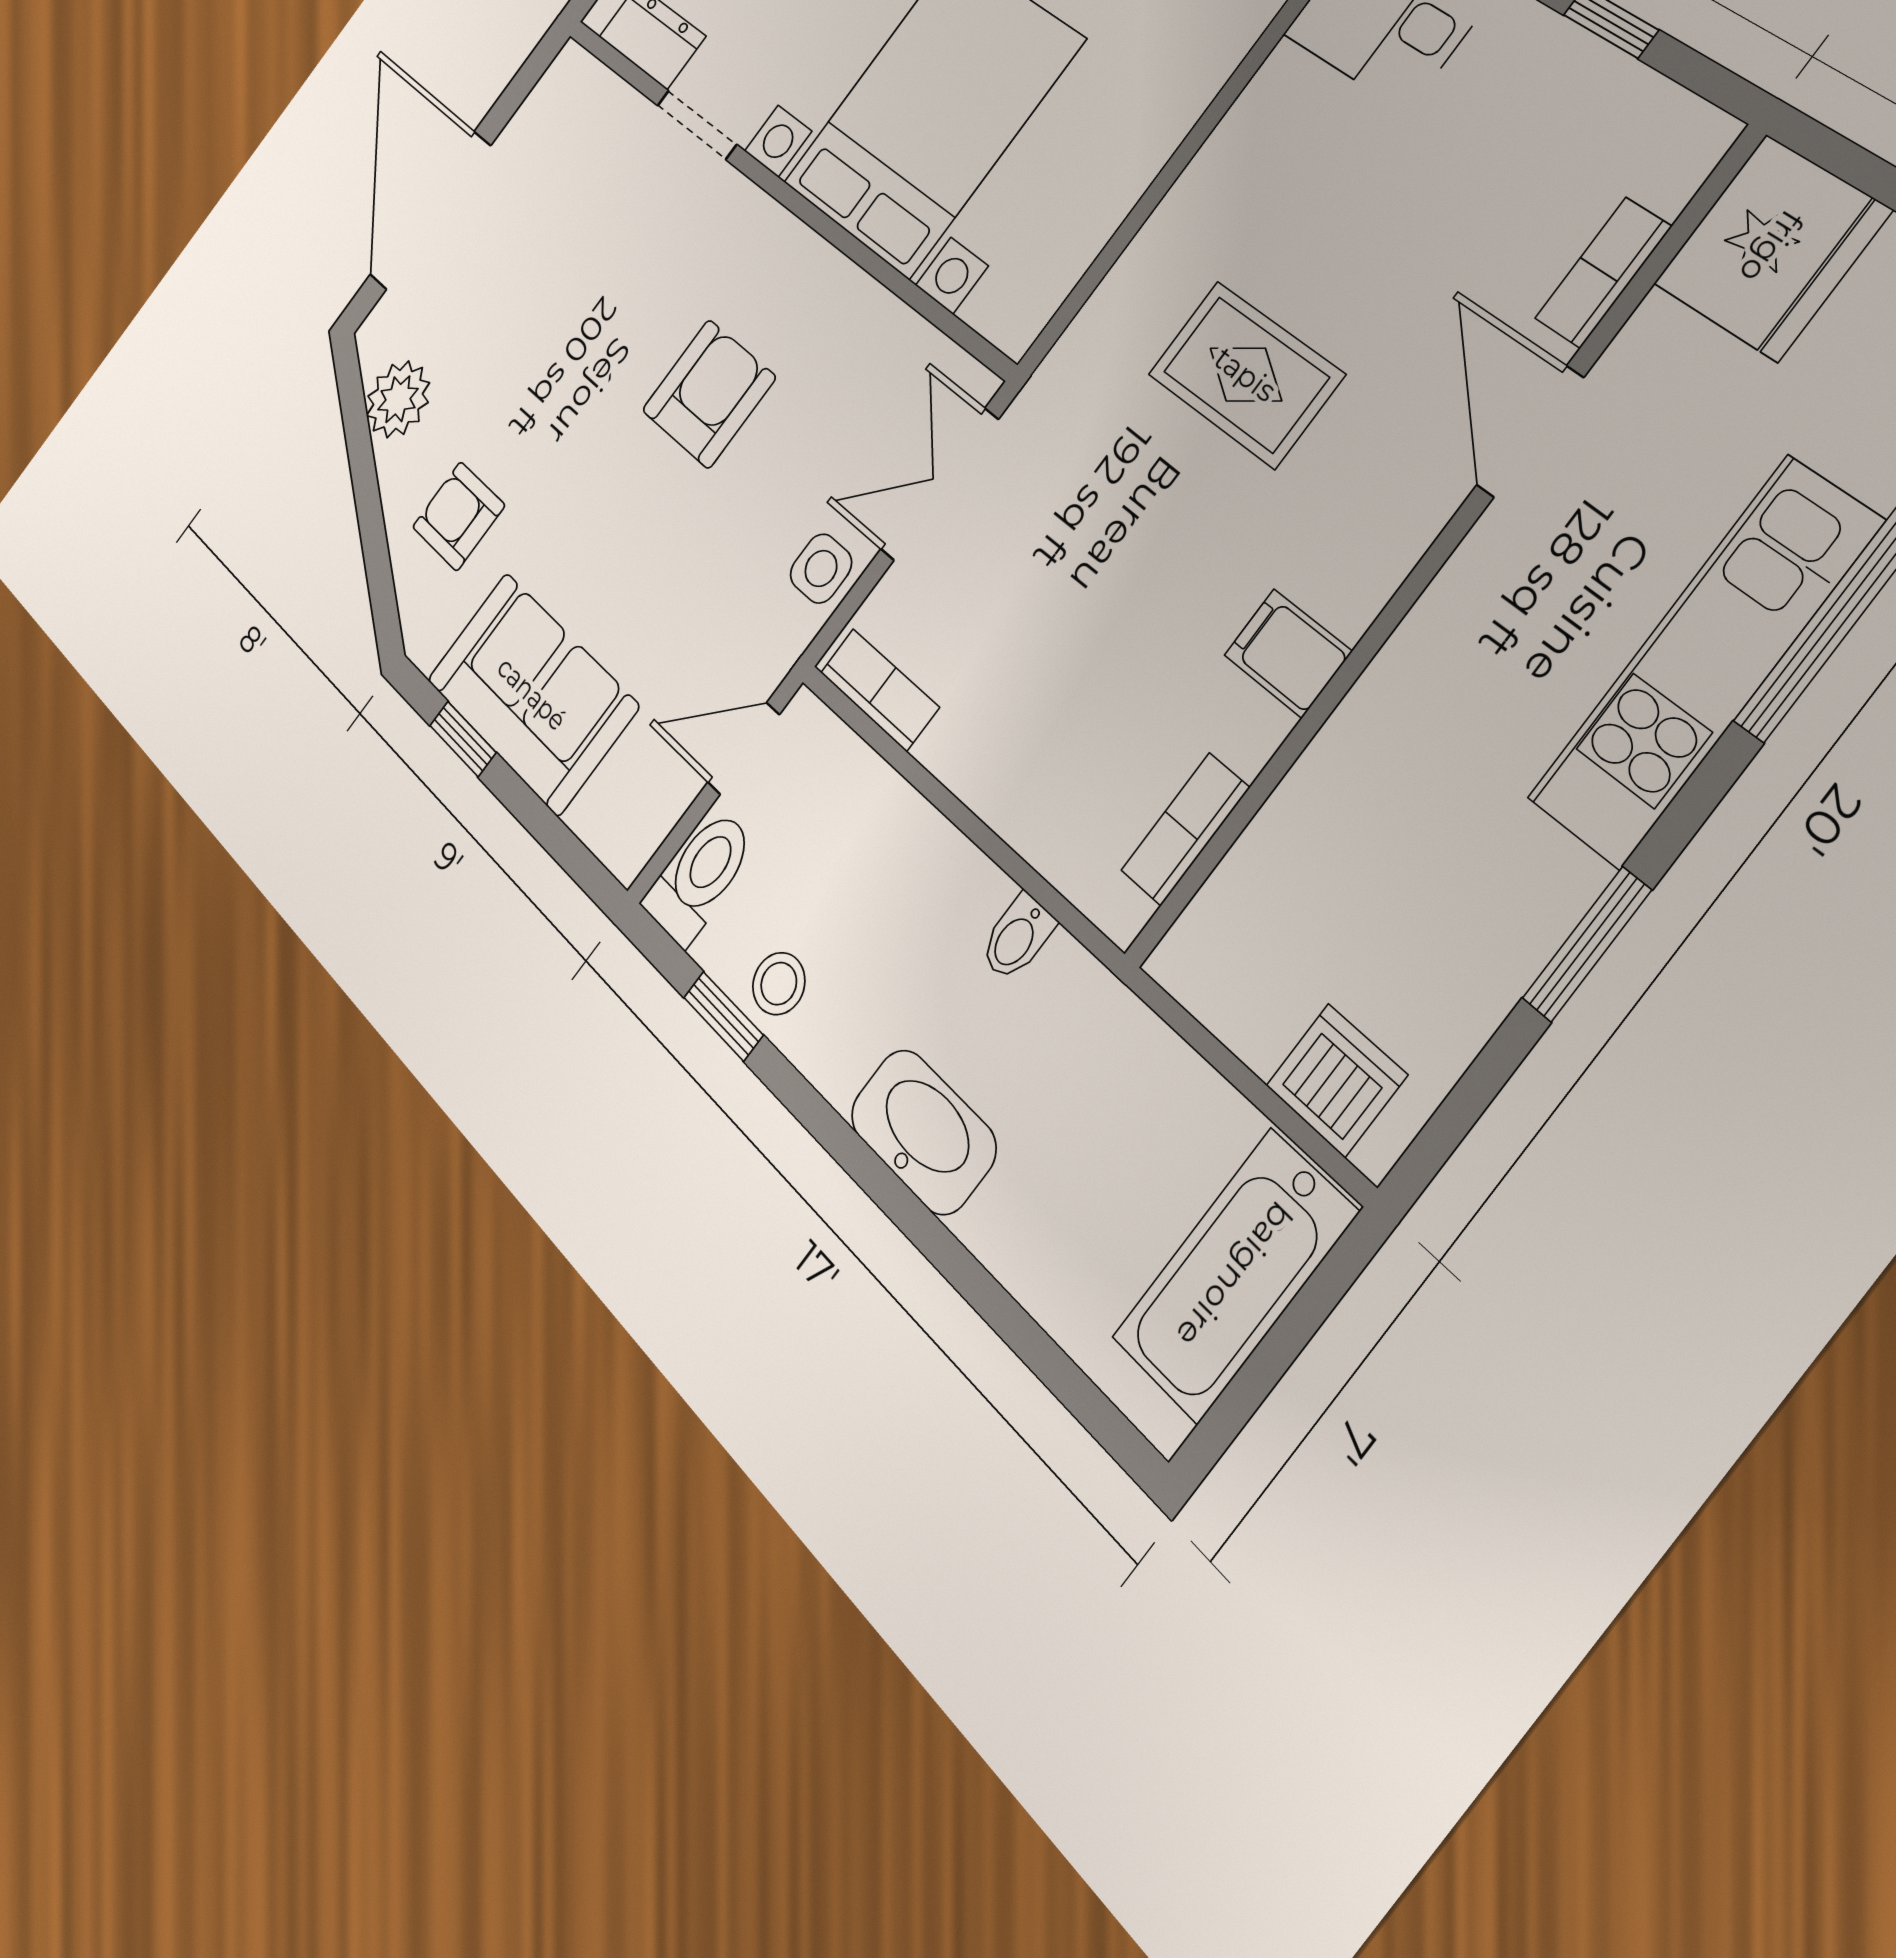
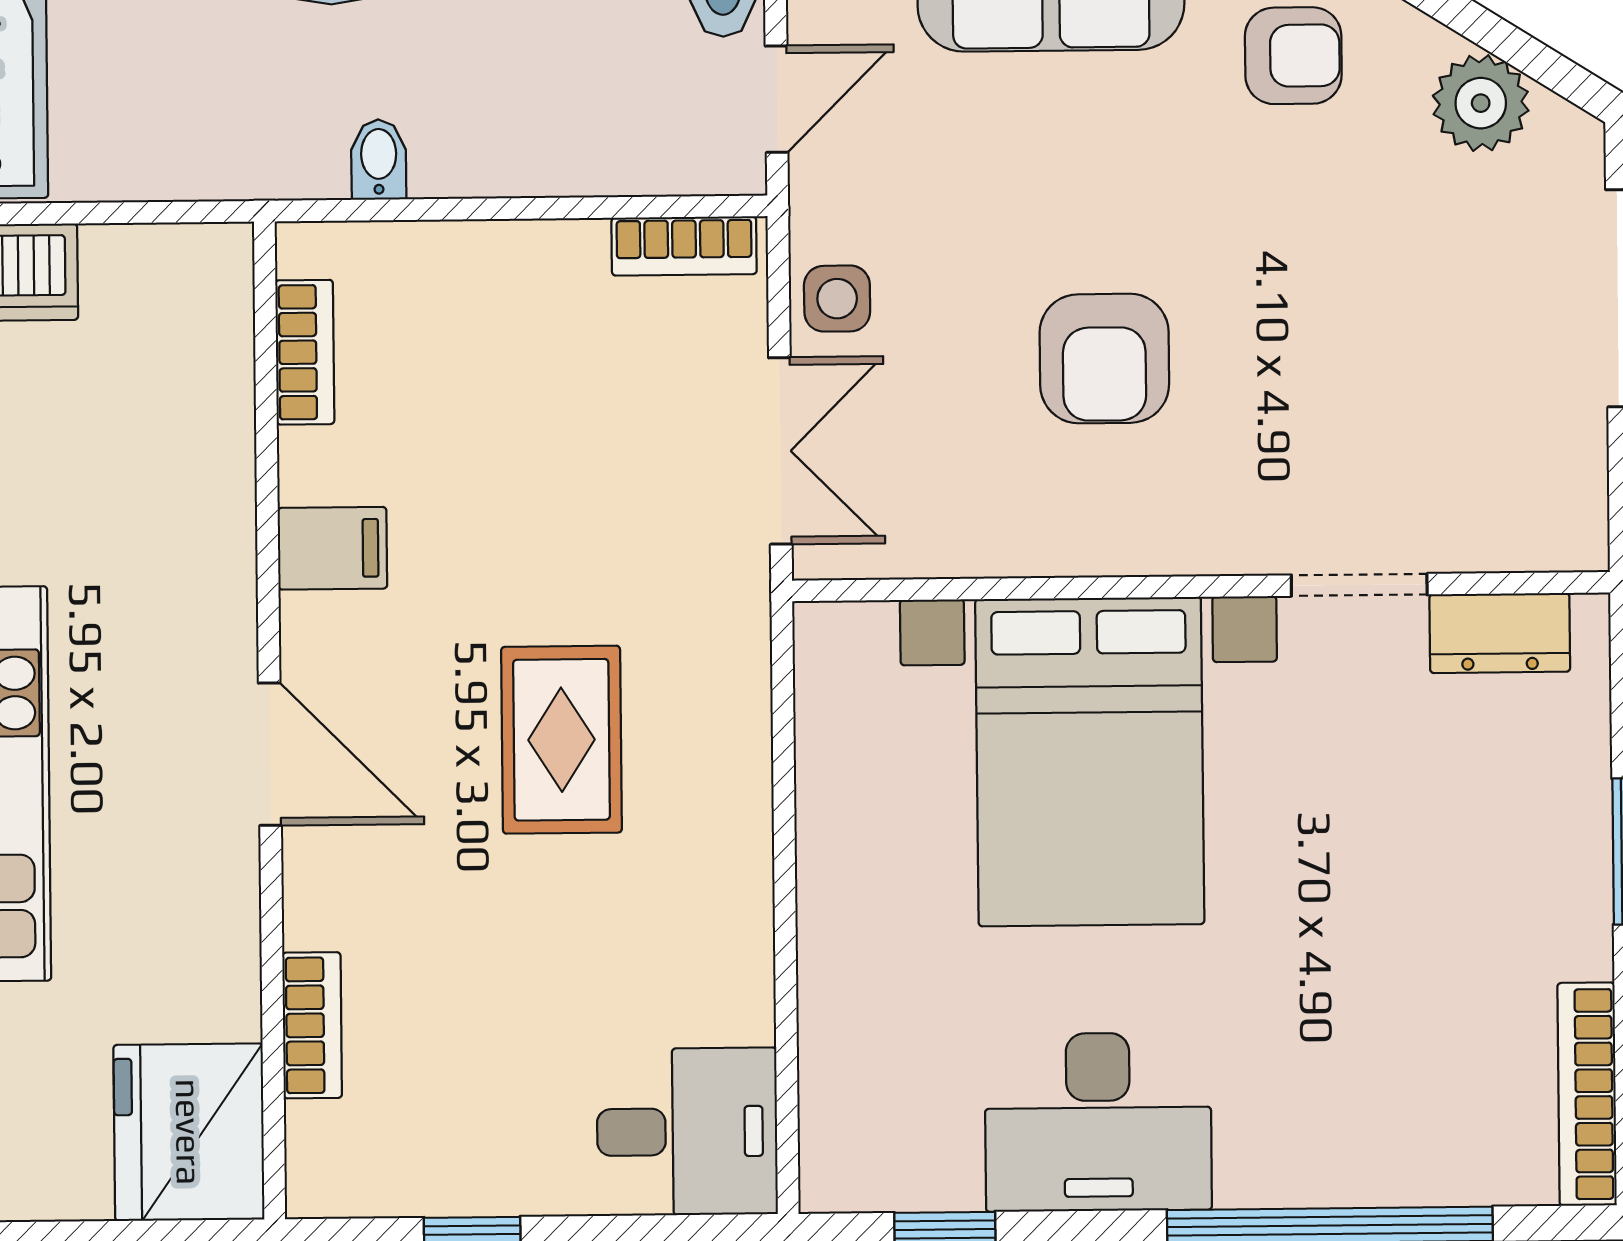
rug: (1246, 374) -> (561, 740), turned 90
door: (1530, 431) -> (270, 754), moved

